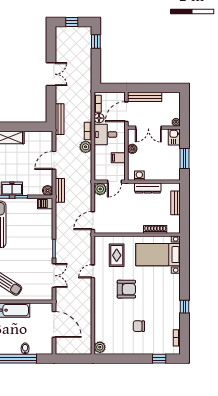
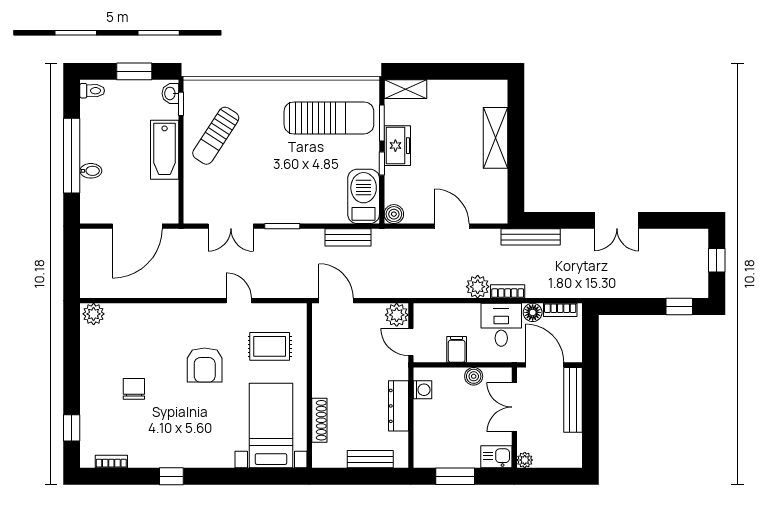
bench: (60, 190) -> (348, 237), moved
barbecue: (45, 203) -> (364, 196), width x1.88, depth x1.53

